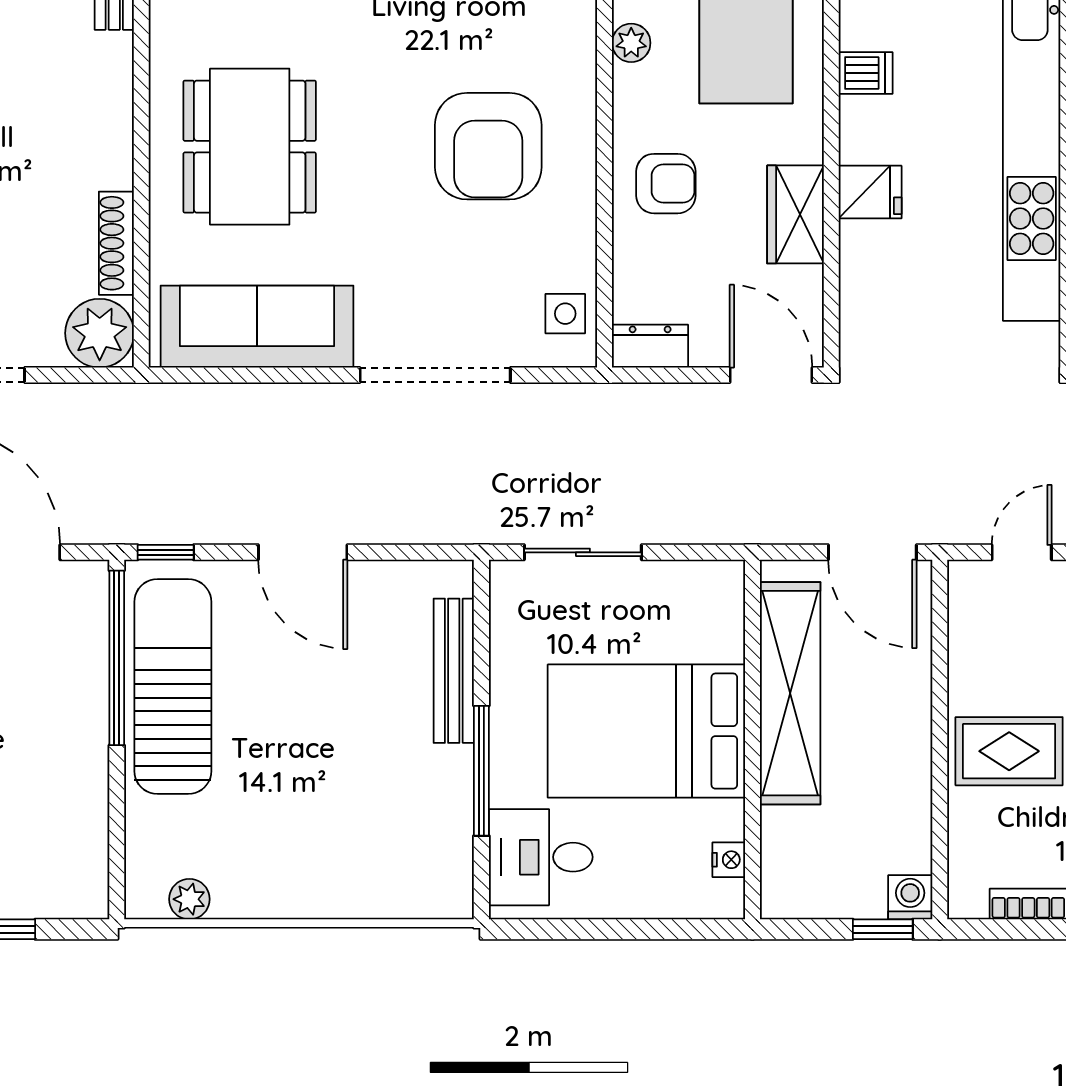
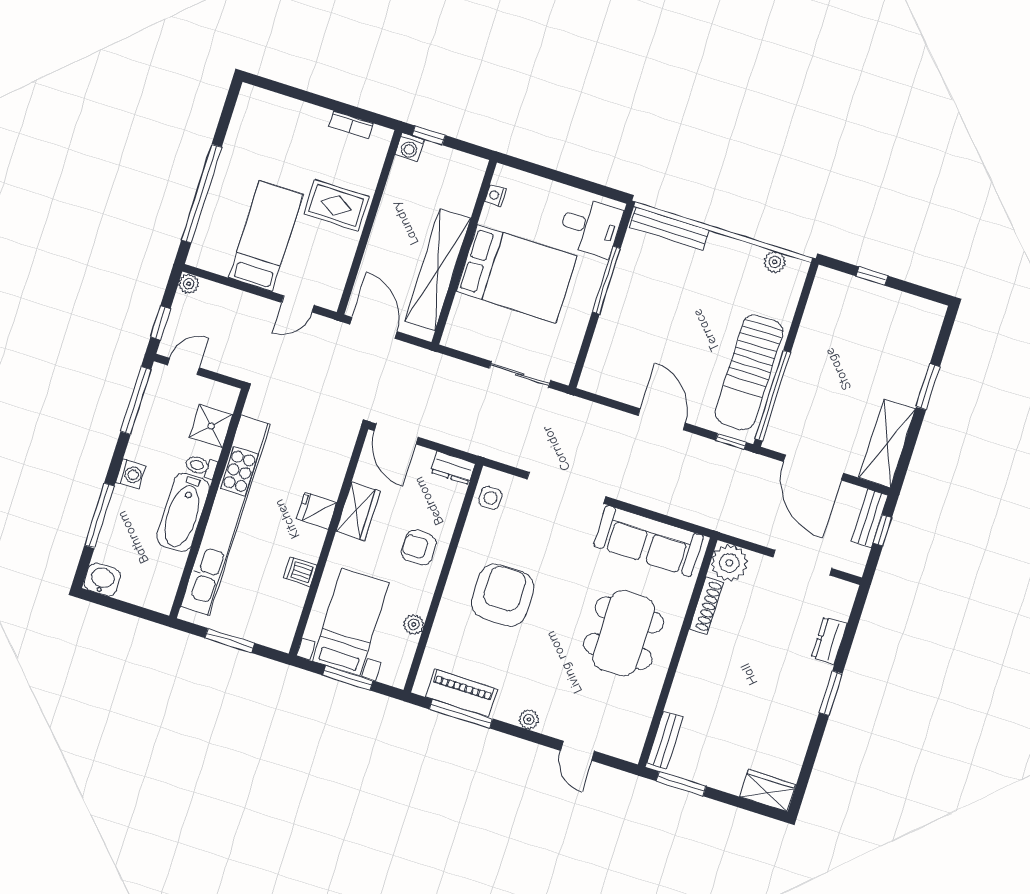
bench: (454, 671) -> (669, 229), moved, turned 90

